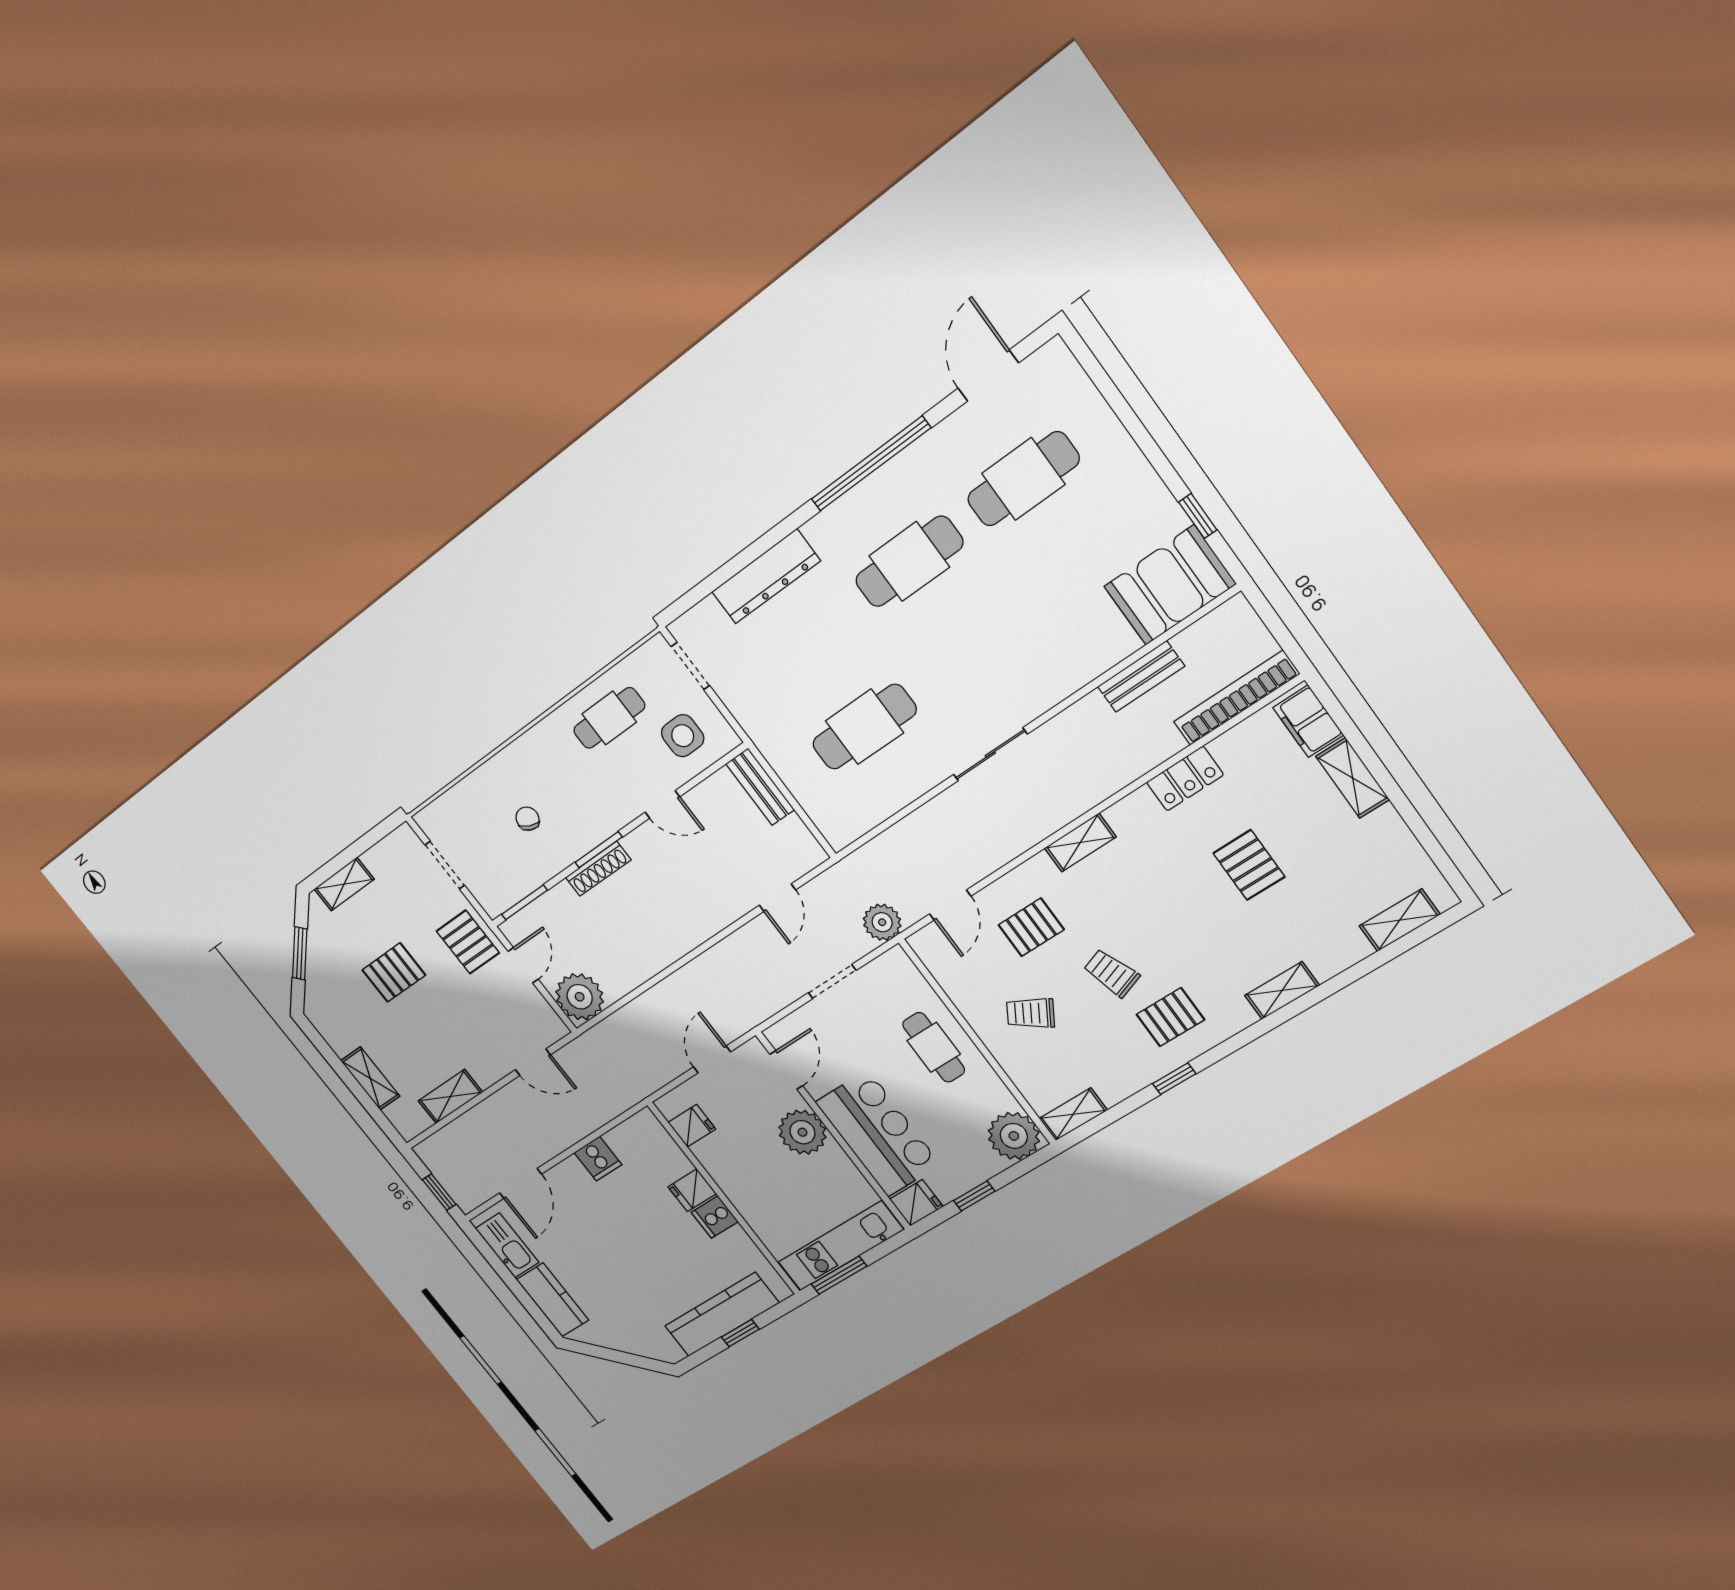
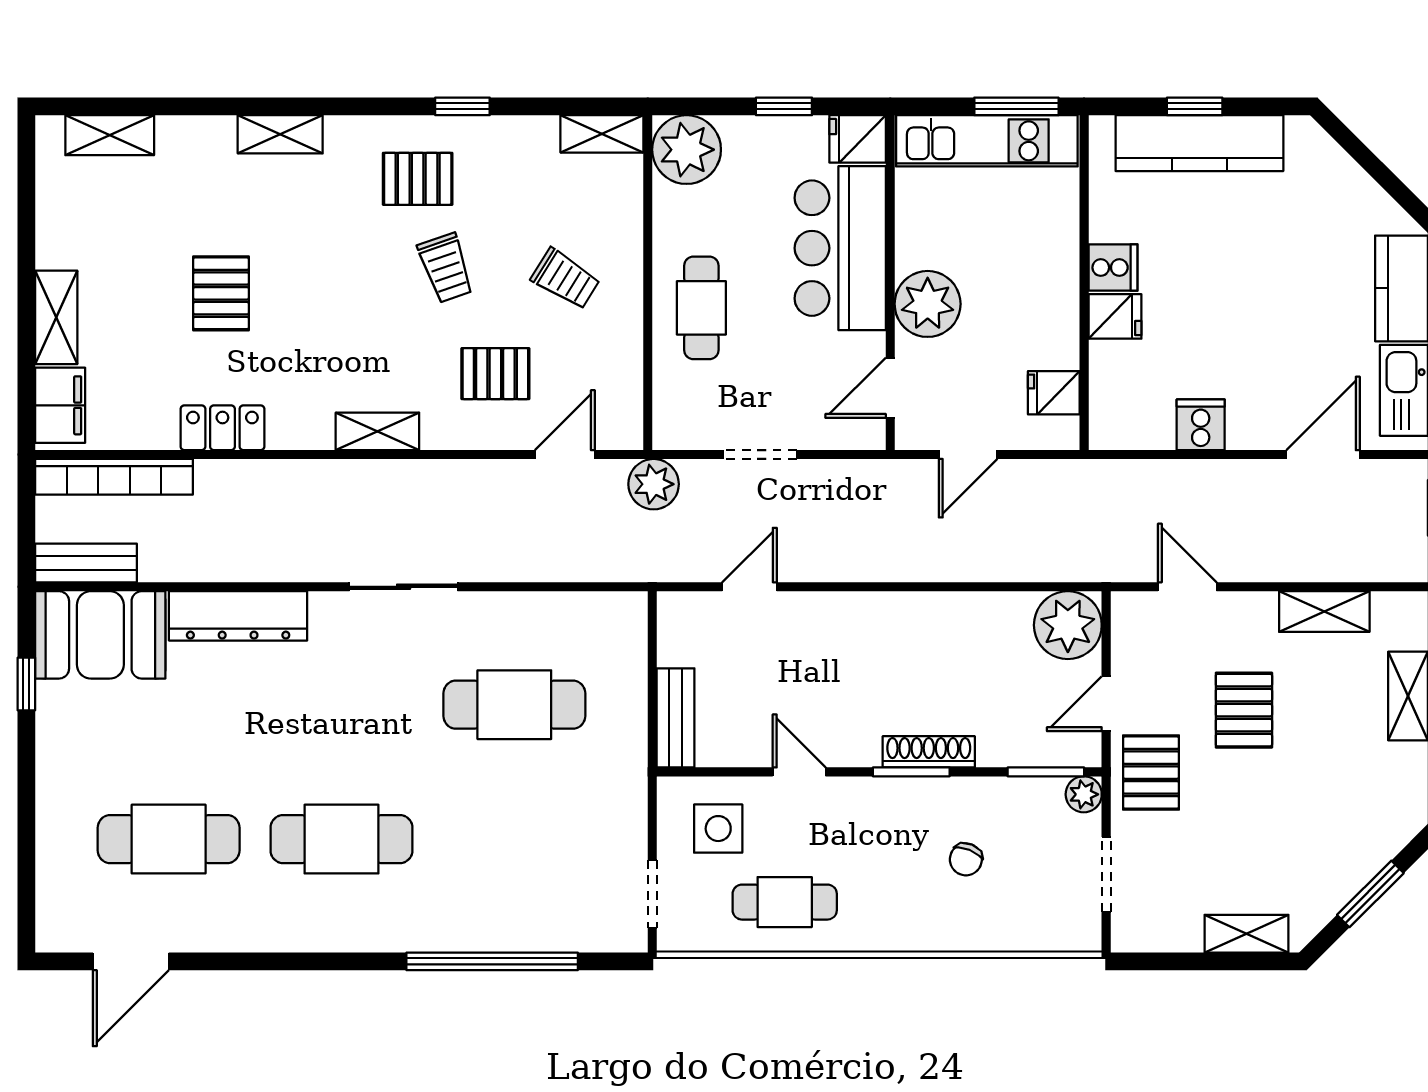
window: (871, 464) -> (492, 961), moved
dresser: (766, 576) -> (238, 616), moved, turned 180
bench: (1141, 676) -> (86, 563), moved
plant: (494, 904) -> (1084, 794), added
pallet: (394, 973) -> (1244, 710), moved, turned 90

